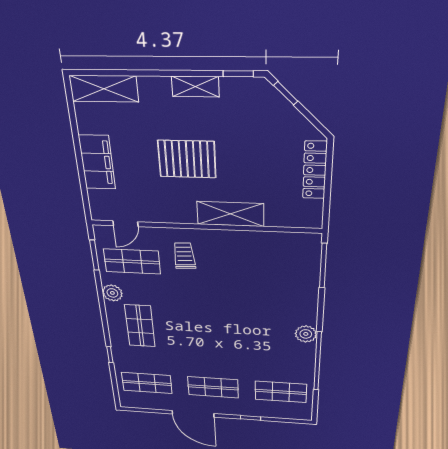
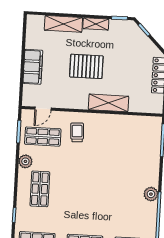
shelving: (104, 89) -> (63, 24), moved

